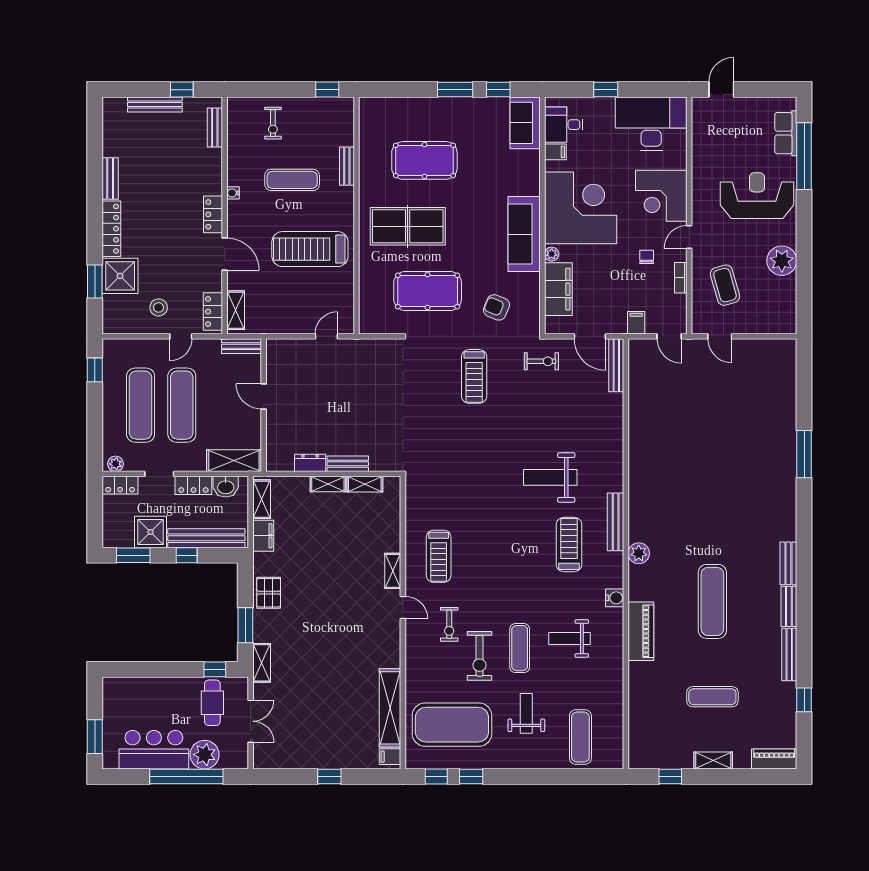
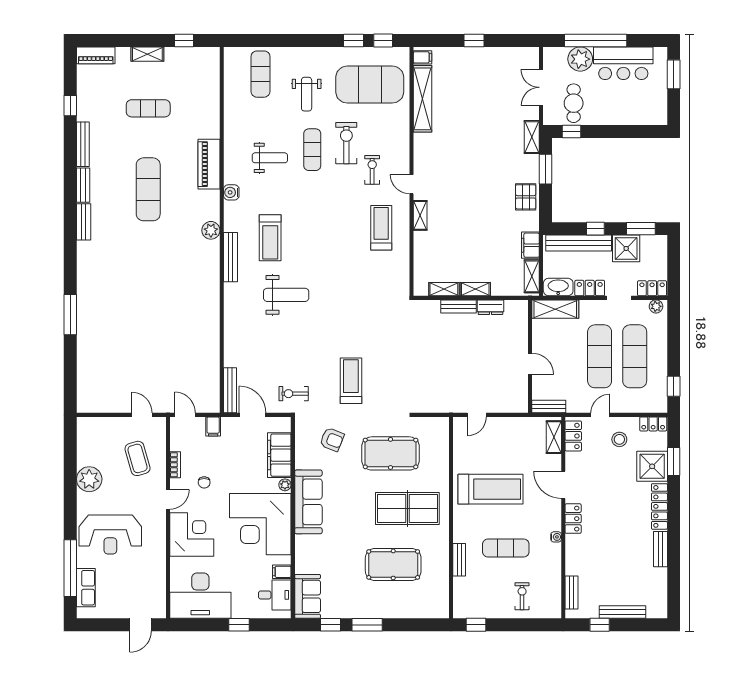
locker: (119, 326) -> (653, 424), added
washbasin: (226, 487) -> (558, 287), width x1.38

